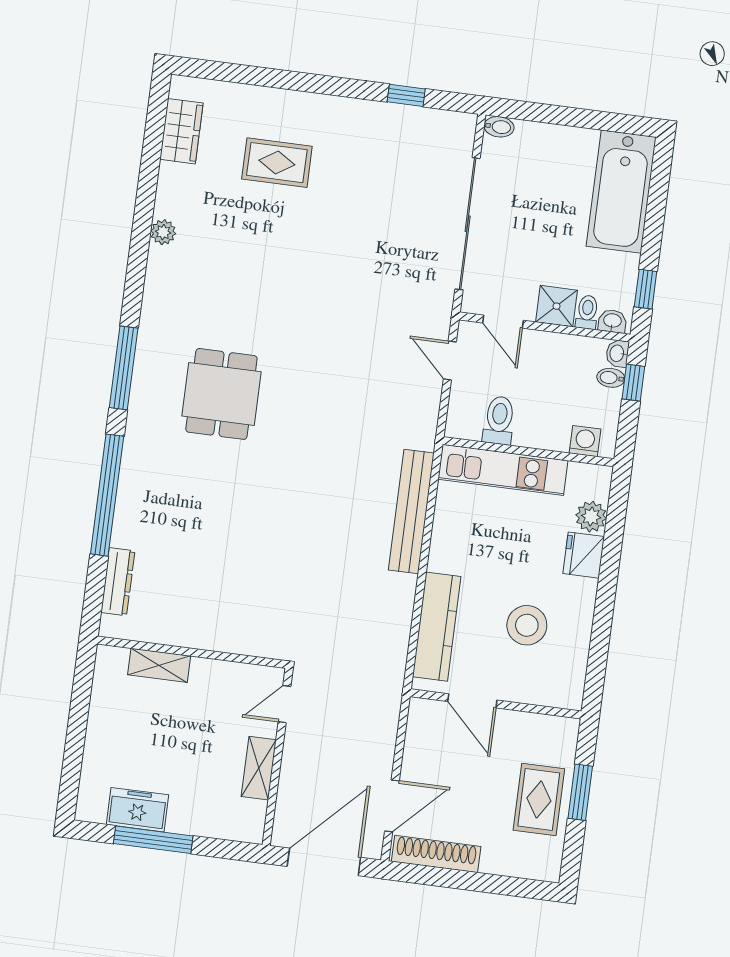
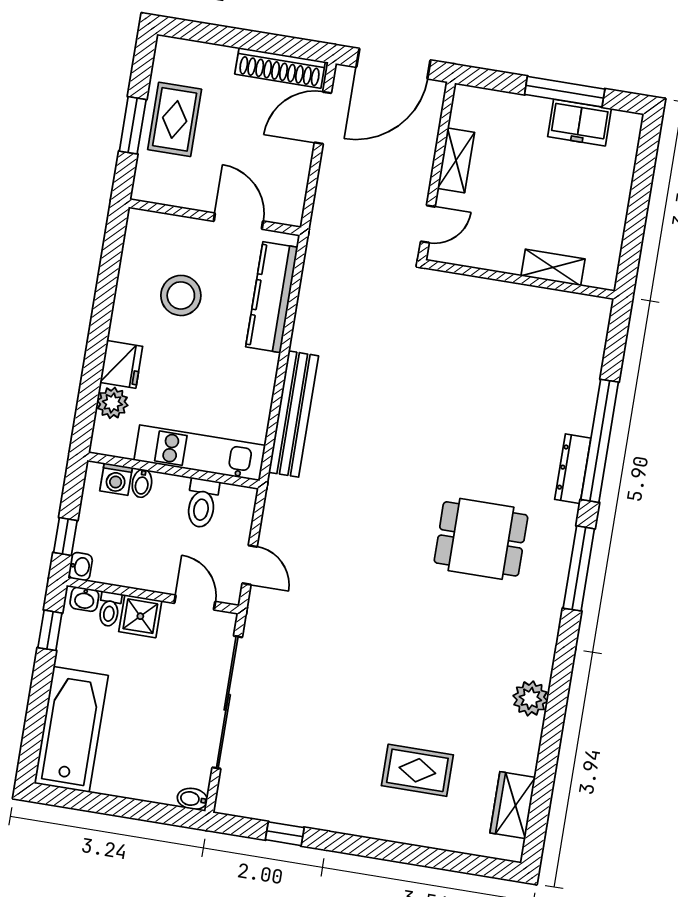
plant: (163, 232) -> (530, 698), width x1.38, depth x1.38
bidet: (611, 378) -> (142, 483), moved, turned 90
dining table: (221, 394) -> (481, 539), turned 90
dresser: (118, 582) -> (573, 469), moved

